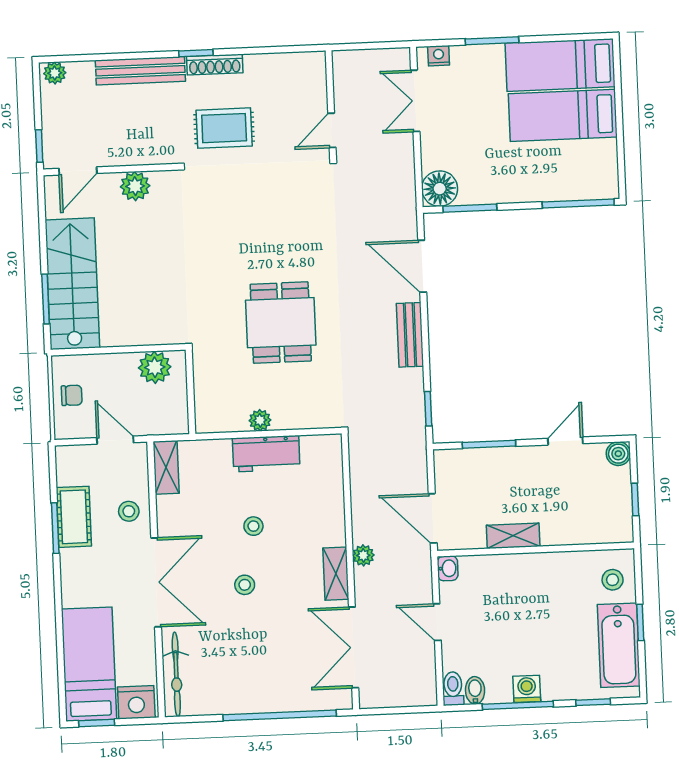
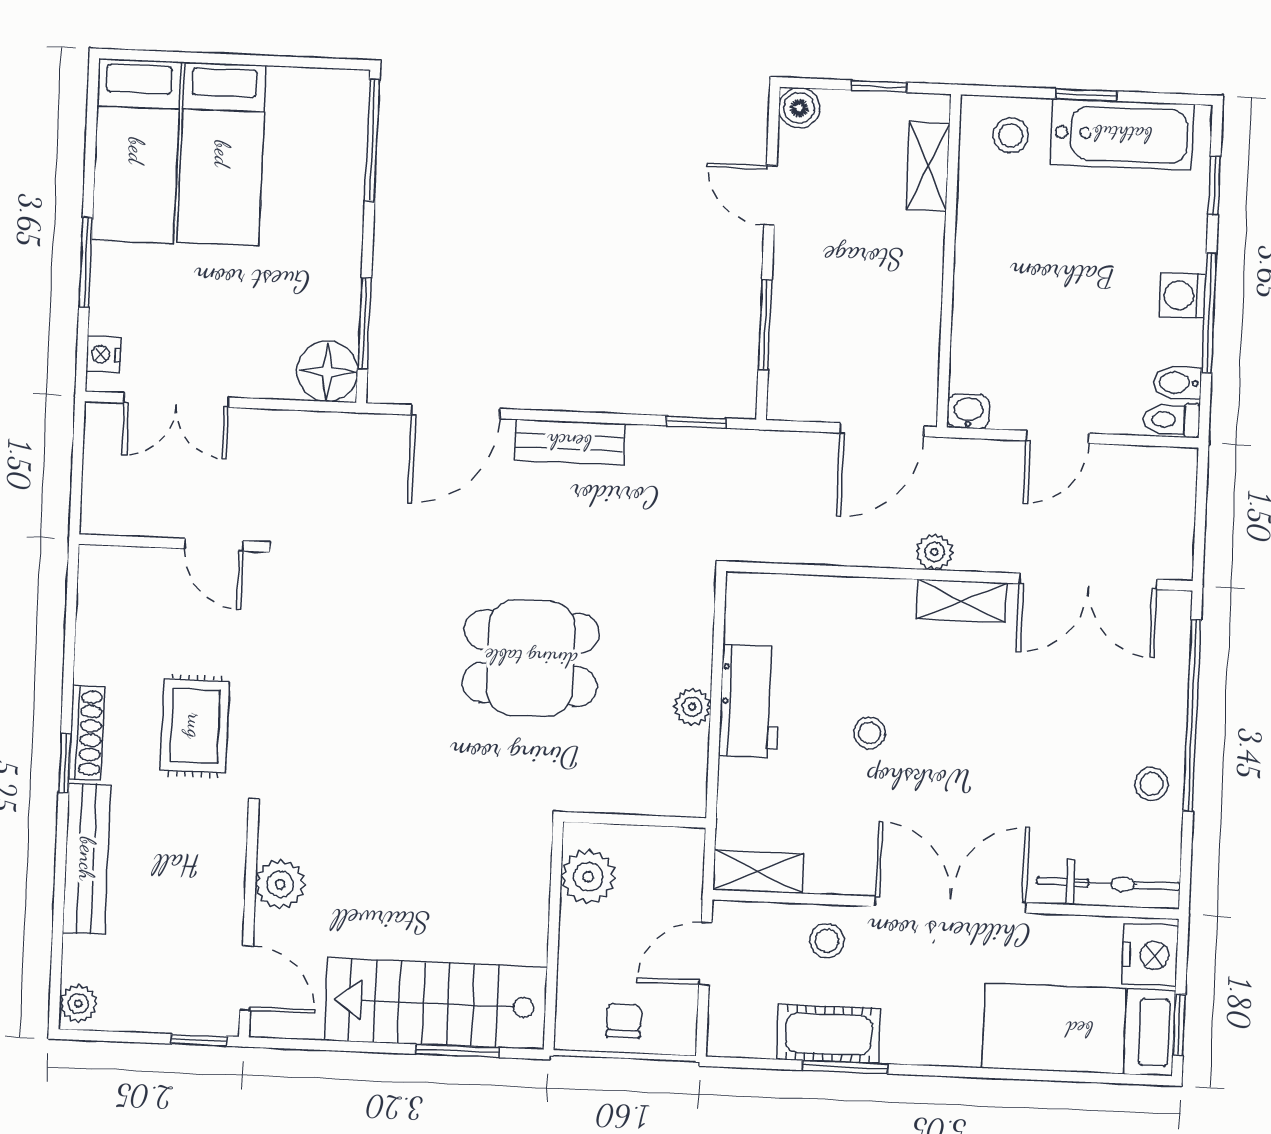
shelving: (513, 536) -> (928, 166), moved
stool: (245, 585) -> (1151, 784), moved

